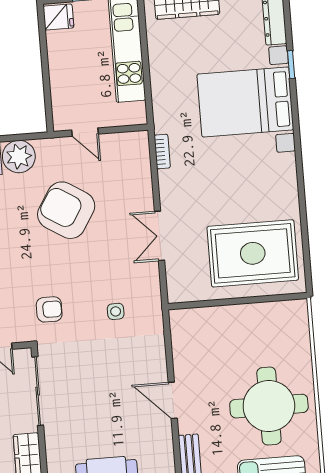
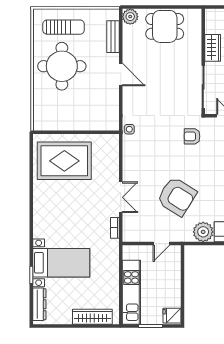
bed with nightstands: (245, 102) -> (61, 263), width x0.73
door: (85, 132) -> (161, 244), swing flipped
double door: (159, 236) -> (121, 197), moved
side table: (116, 311) -> (129, 129), moved

